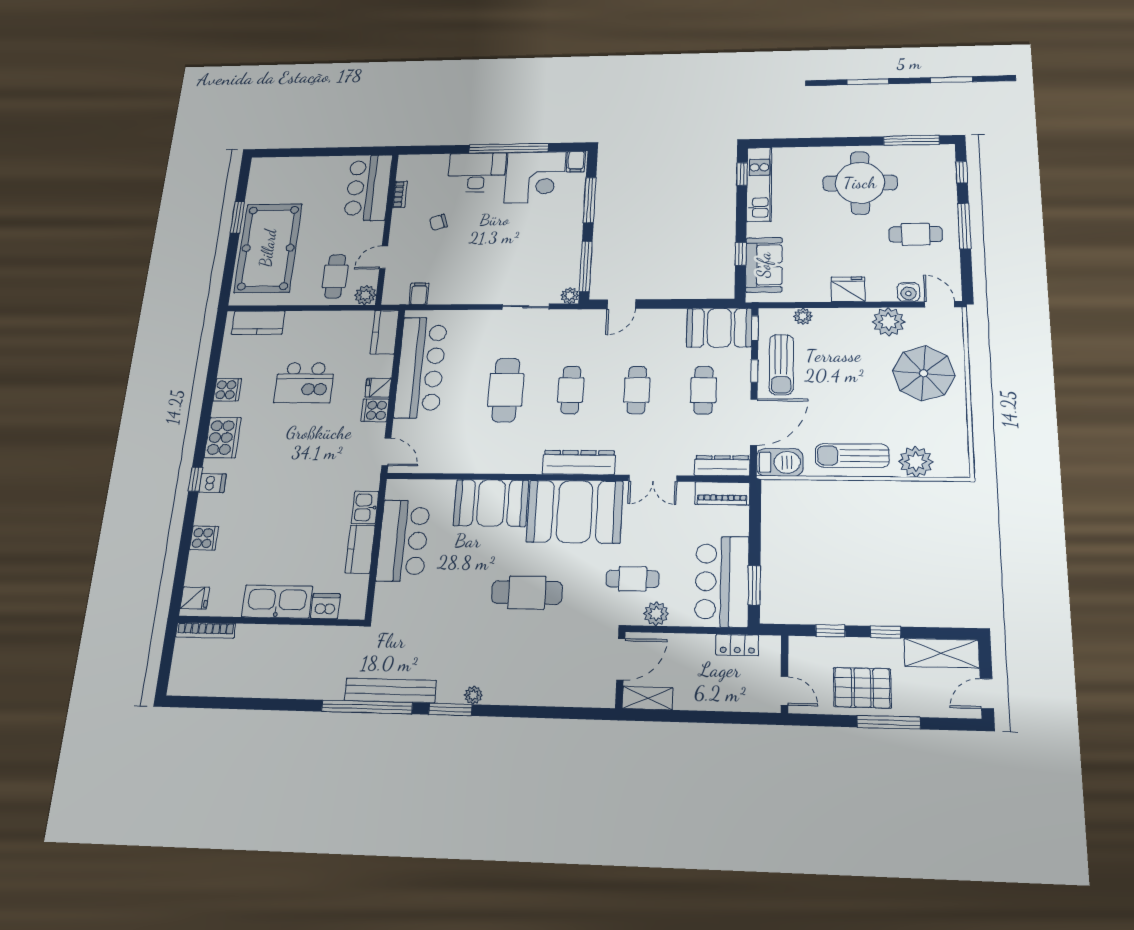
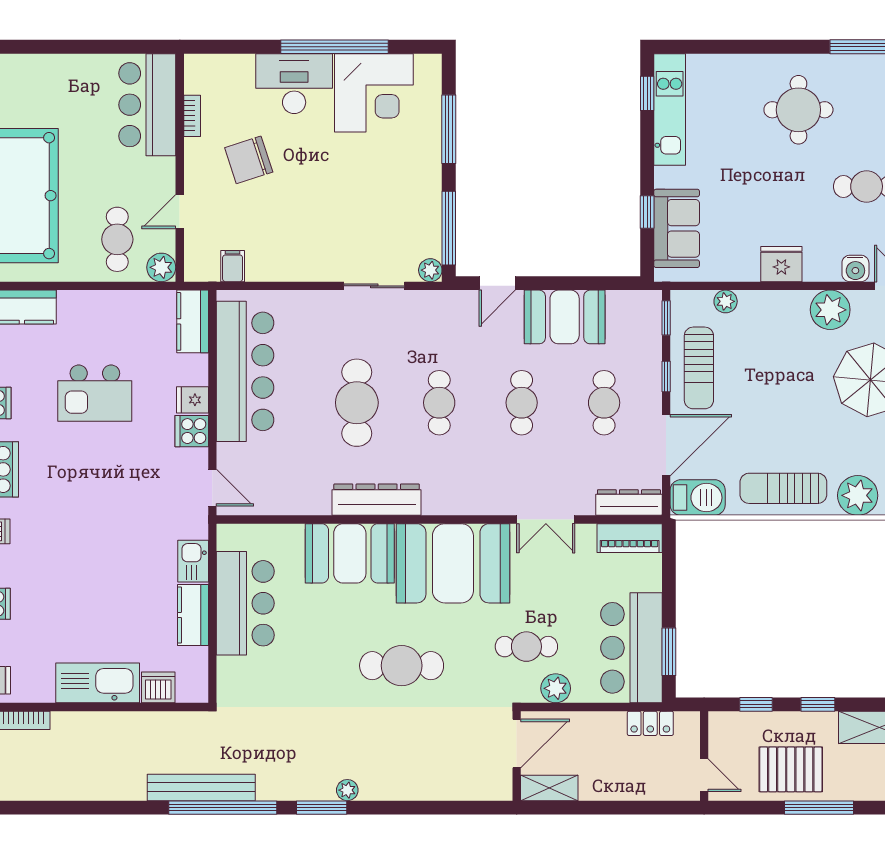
filing cabinet: (576, 161) -> (427, 70), removed
round table: (860, 183) -> (798, 110), width x0.73, depth x0.73
chair: (438, 222) -> (249, 160), width x1.87, depth x1.87
booth: (719, 328) -> (565, 317), moved
dresser: (579, 462) -> (377, 500), moved
bench: (390, 691) -> (201, 787), moved

